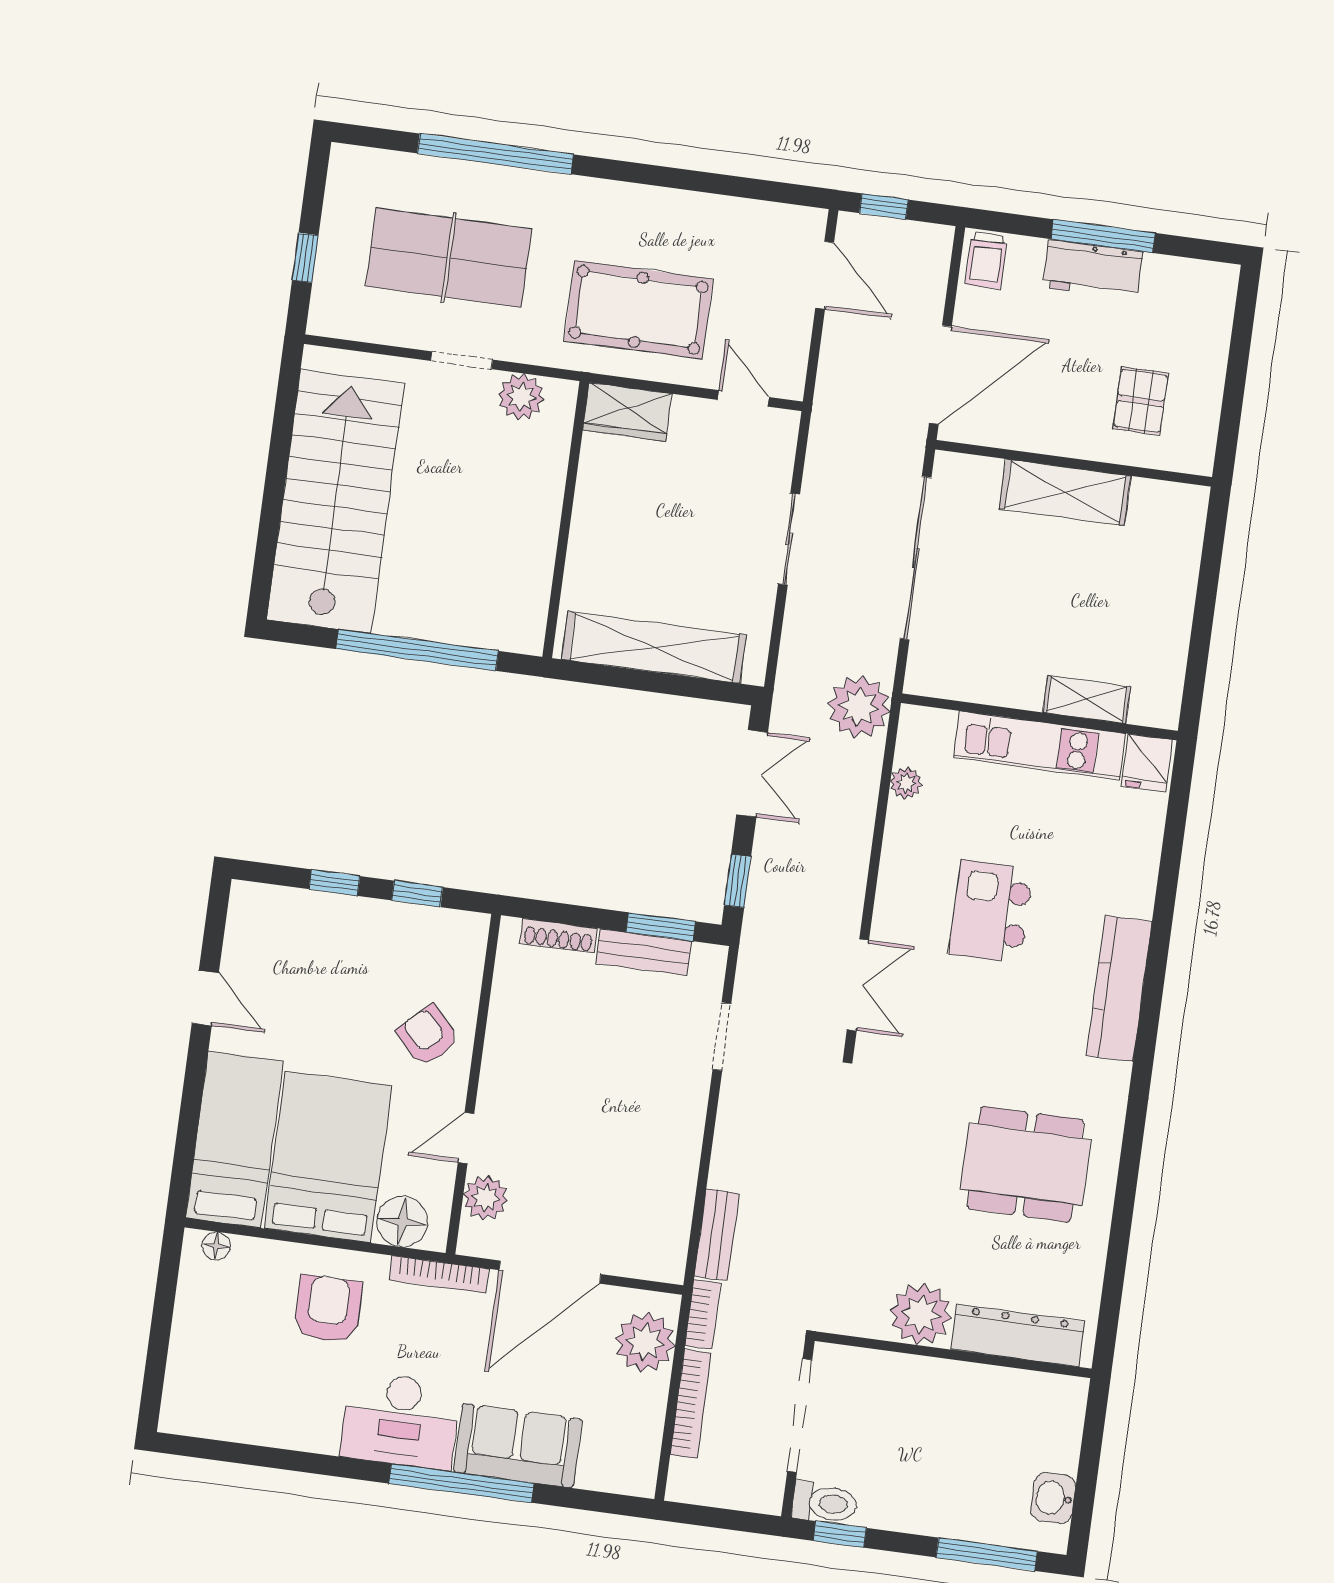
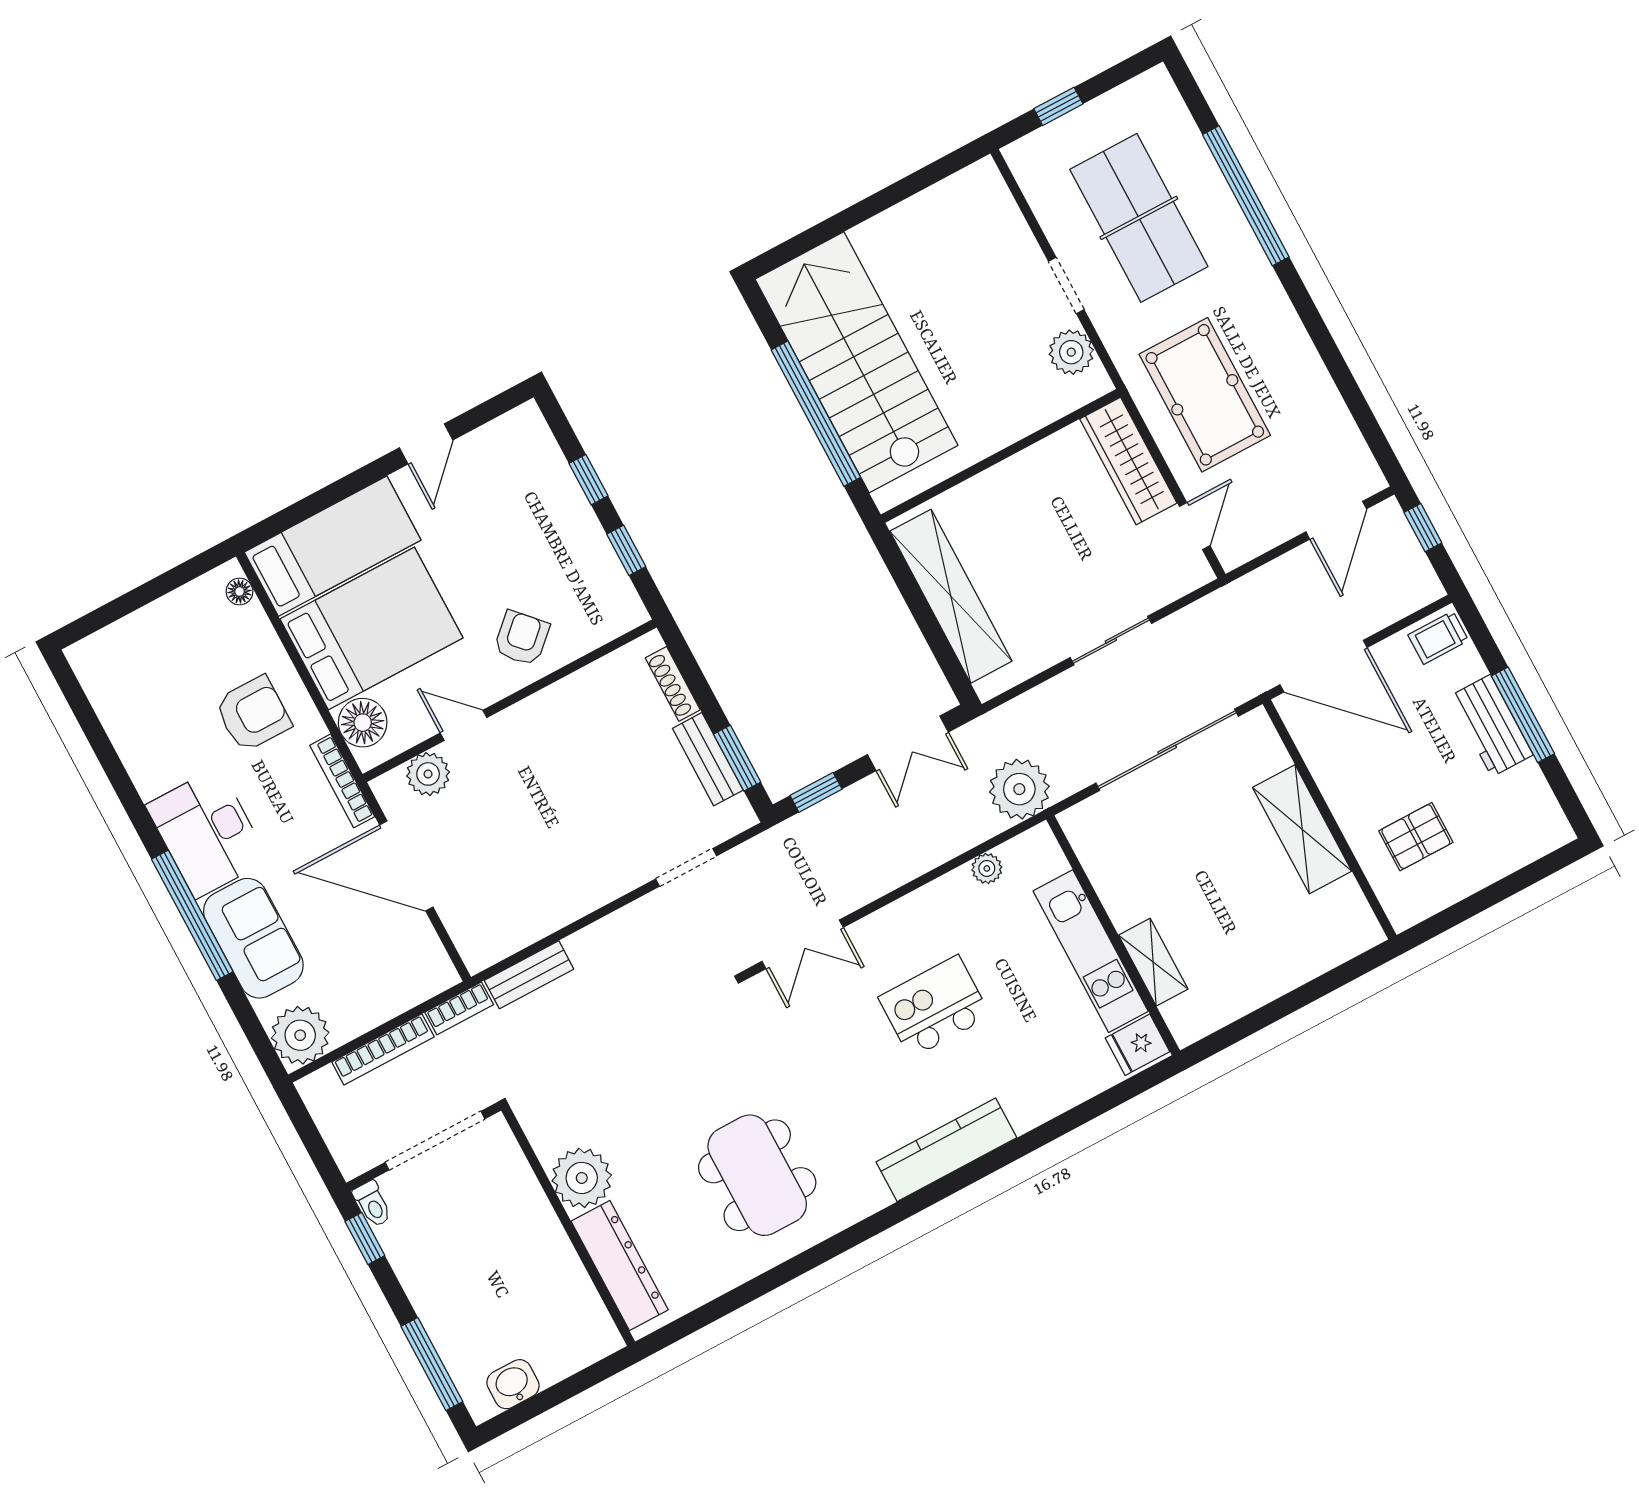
wardrobe: (627, 412) -> (1128, 461), width x1.50
stairs: (336, 502) -> (857, 362), moved, turned -90
plant: (645, 1342) -> (300, 1035), moved
toilet: (825, 1503) -> (372, 1204), width x0.73, depth x0.72

